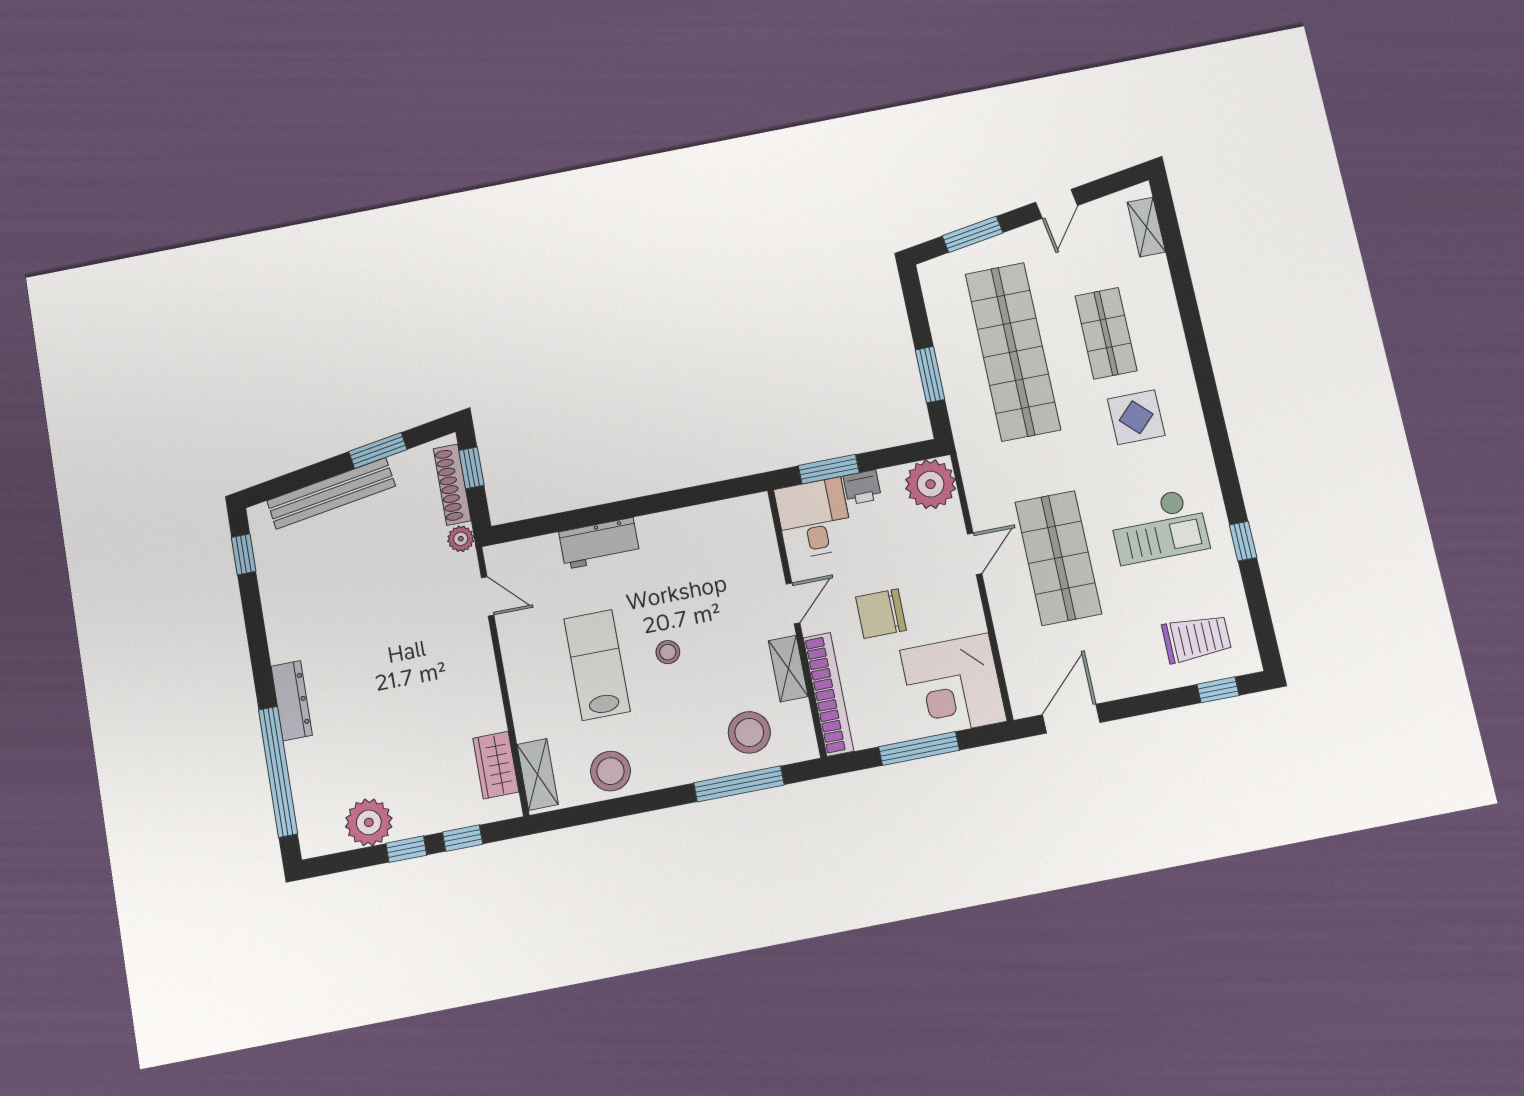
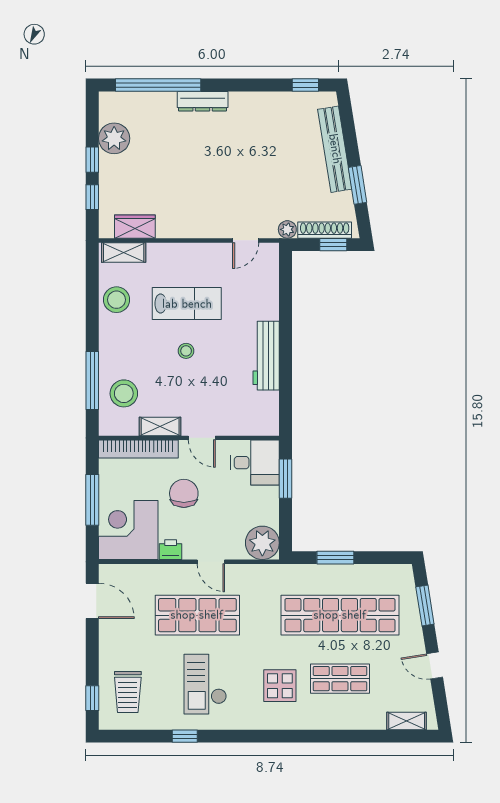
printer: (862, 487) -> (171, 550), moved, turned 90
workbench: (599, 543) -> (266, 356), moved, width x1.38

